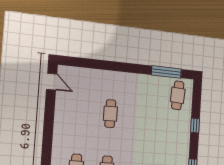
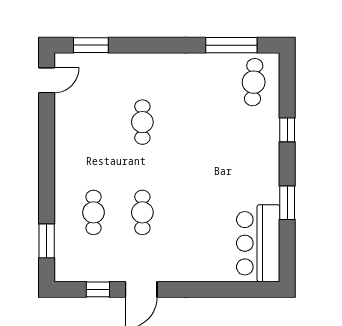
window: (82, 63) -> (91, 45), added
door: (52, 82) -> (47, 80), hinge flipped

